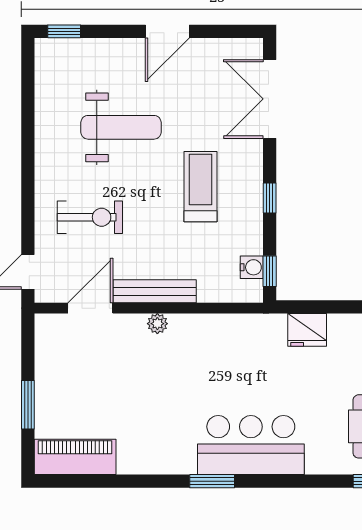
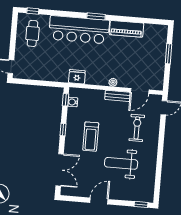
exercise bike: (90, 217) -> (137, 128), turned 90
bench: (155, 291) -> (117, 96), width x0.73
fridge: (307, 330) -> (77, 77), moved
bar counter: (251, 445) -> (79, 30), width x1.36
piano: (75, 457) -> (126, 29), moved

